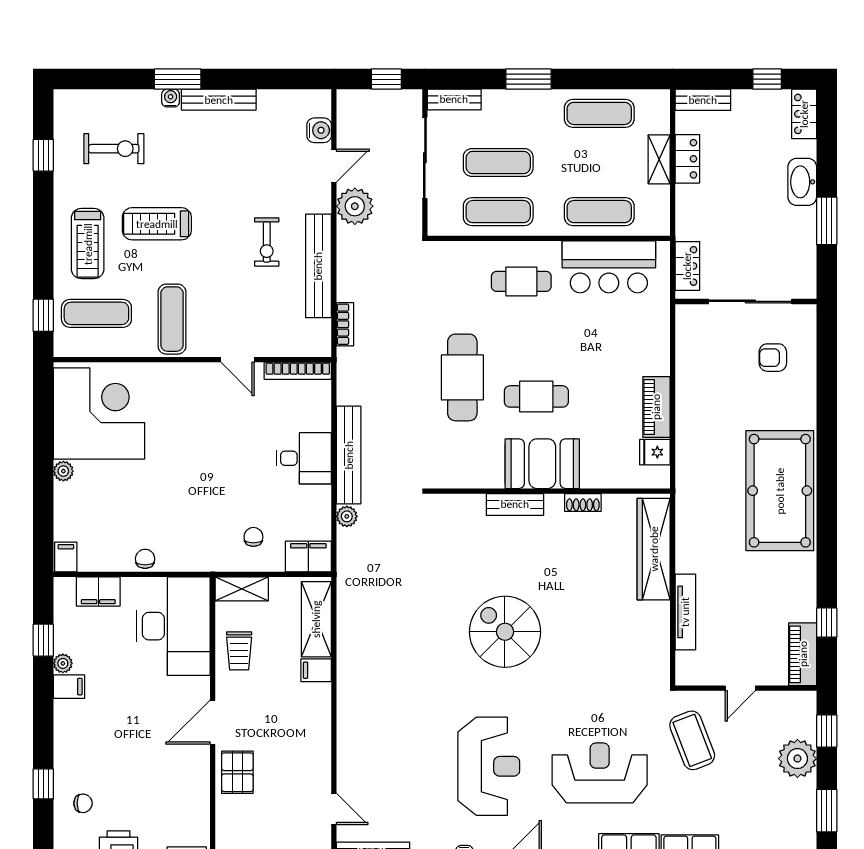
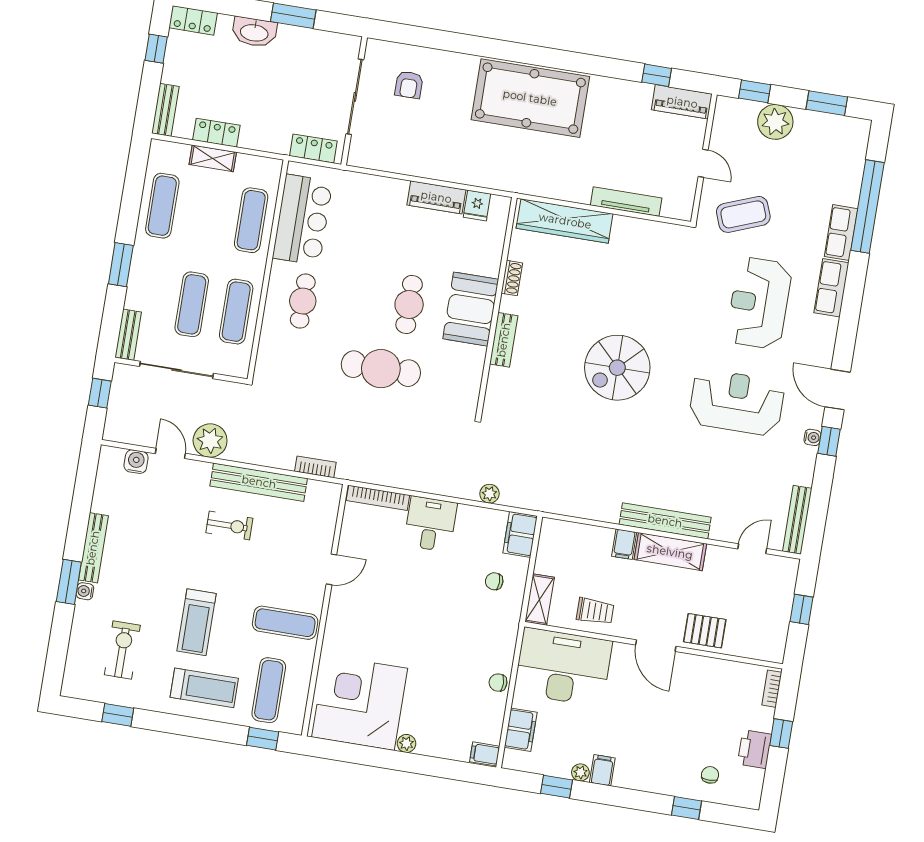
bookcase: (298, 371) -> (378, 498), moved, turned 90
bench: (349, 455) -> (665, 521), moved
shelving: (316, 619) -> (670, 552), moved

